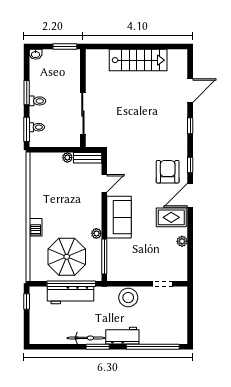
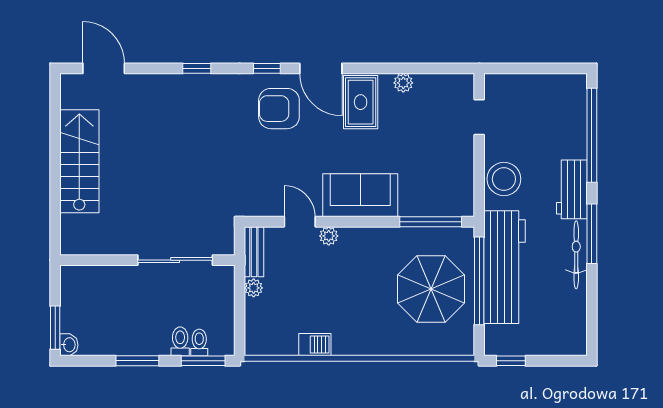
window: (65, 47) -> (55, 328), moved
door: (190, 91) -> (104, 68), moved
toilet: (37, 101) -> (180, 341), moved
barbecue: (36, 227) -> (315, 345), moved
plant: (96, 233) -> (329, 236), moved
workbench: (70, 295) -> (505, 267), width x1.36, depth x1.32
window: (98, 347) -> (592, 234), width x1.44

